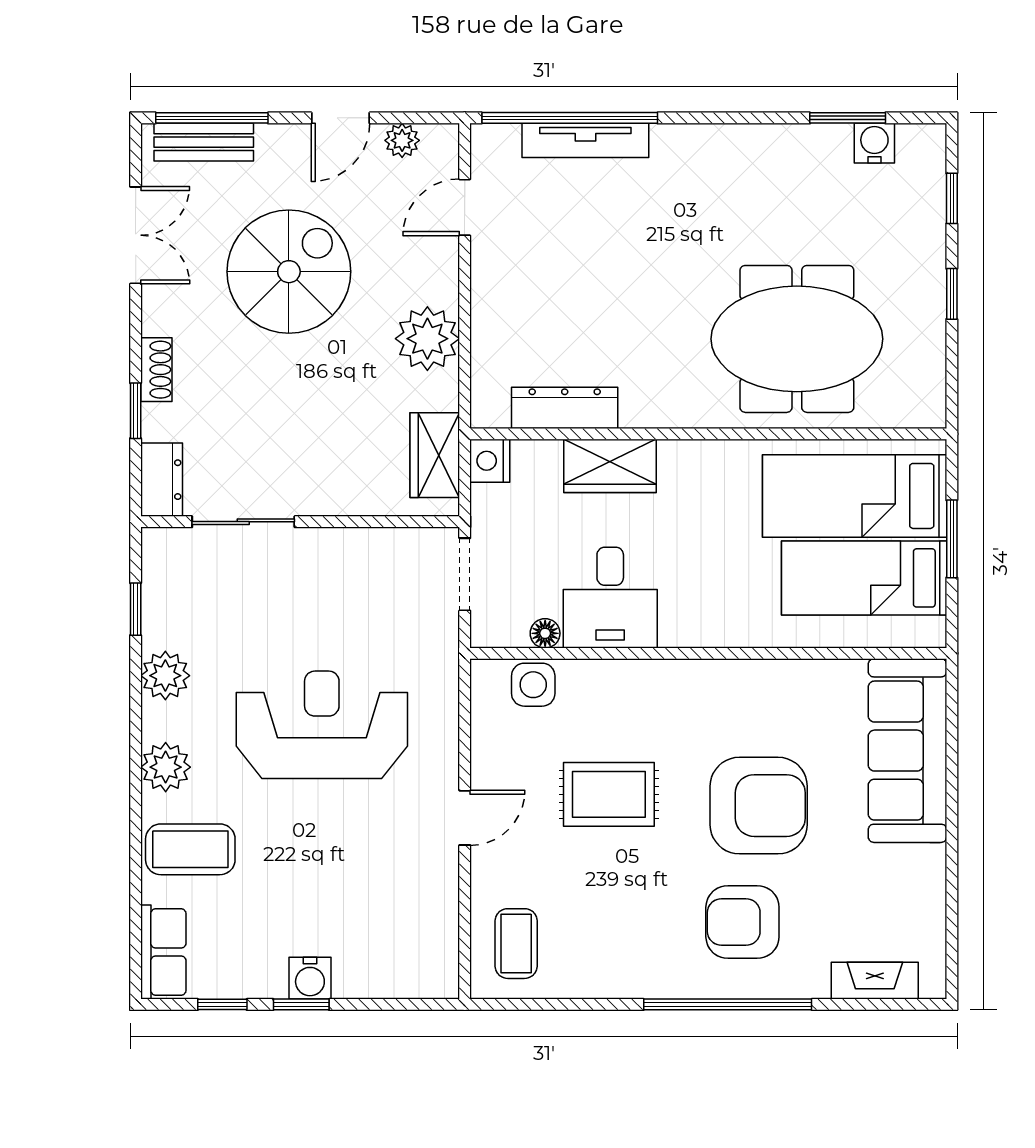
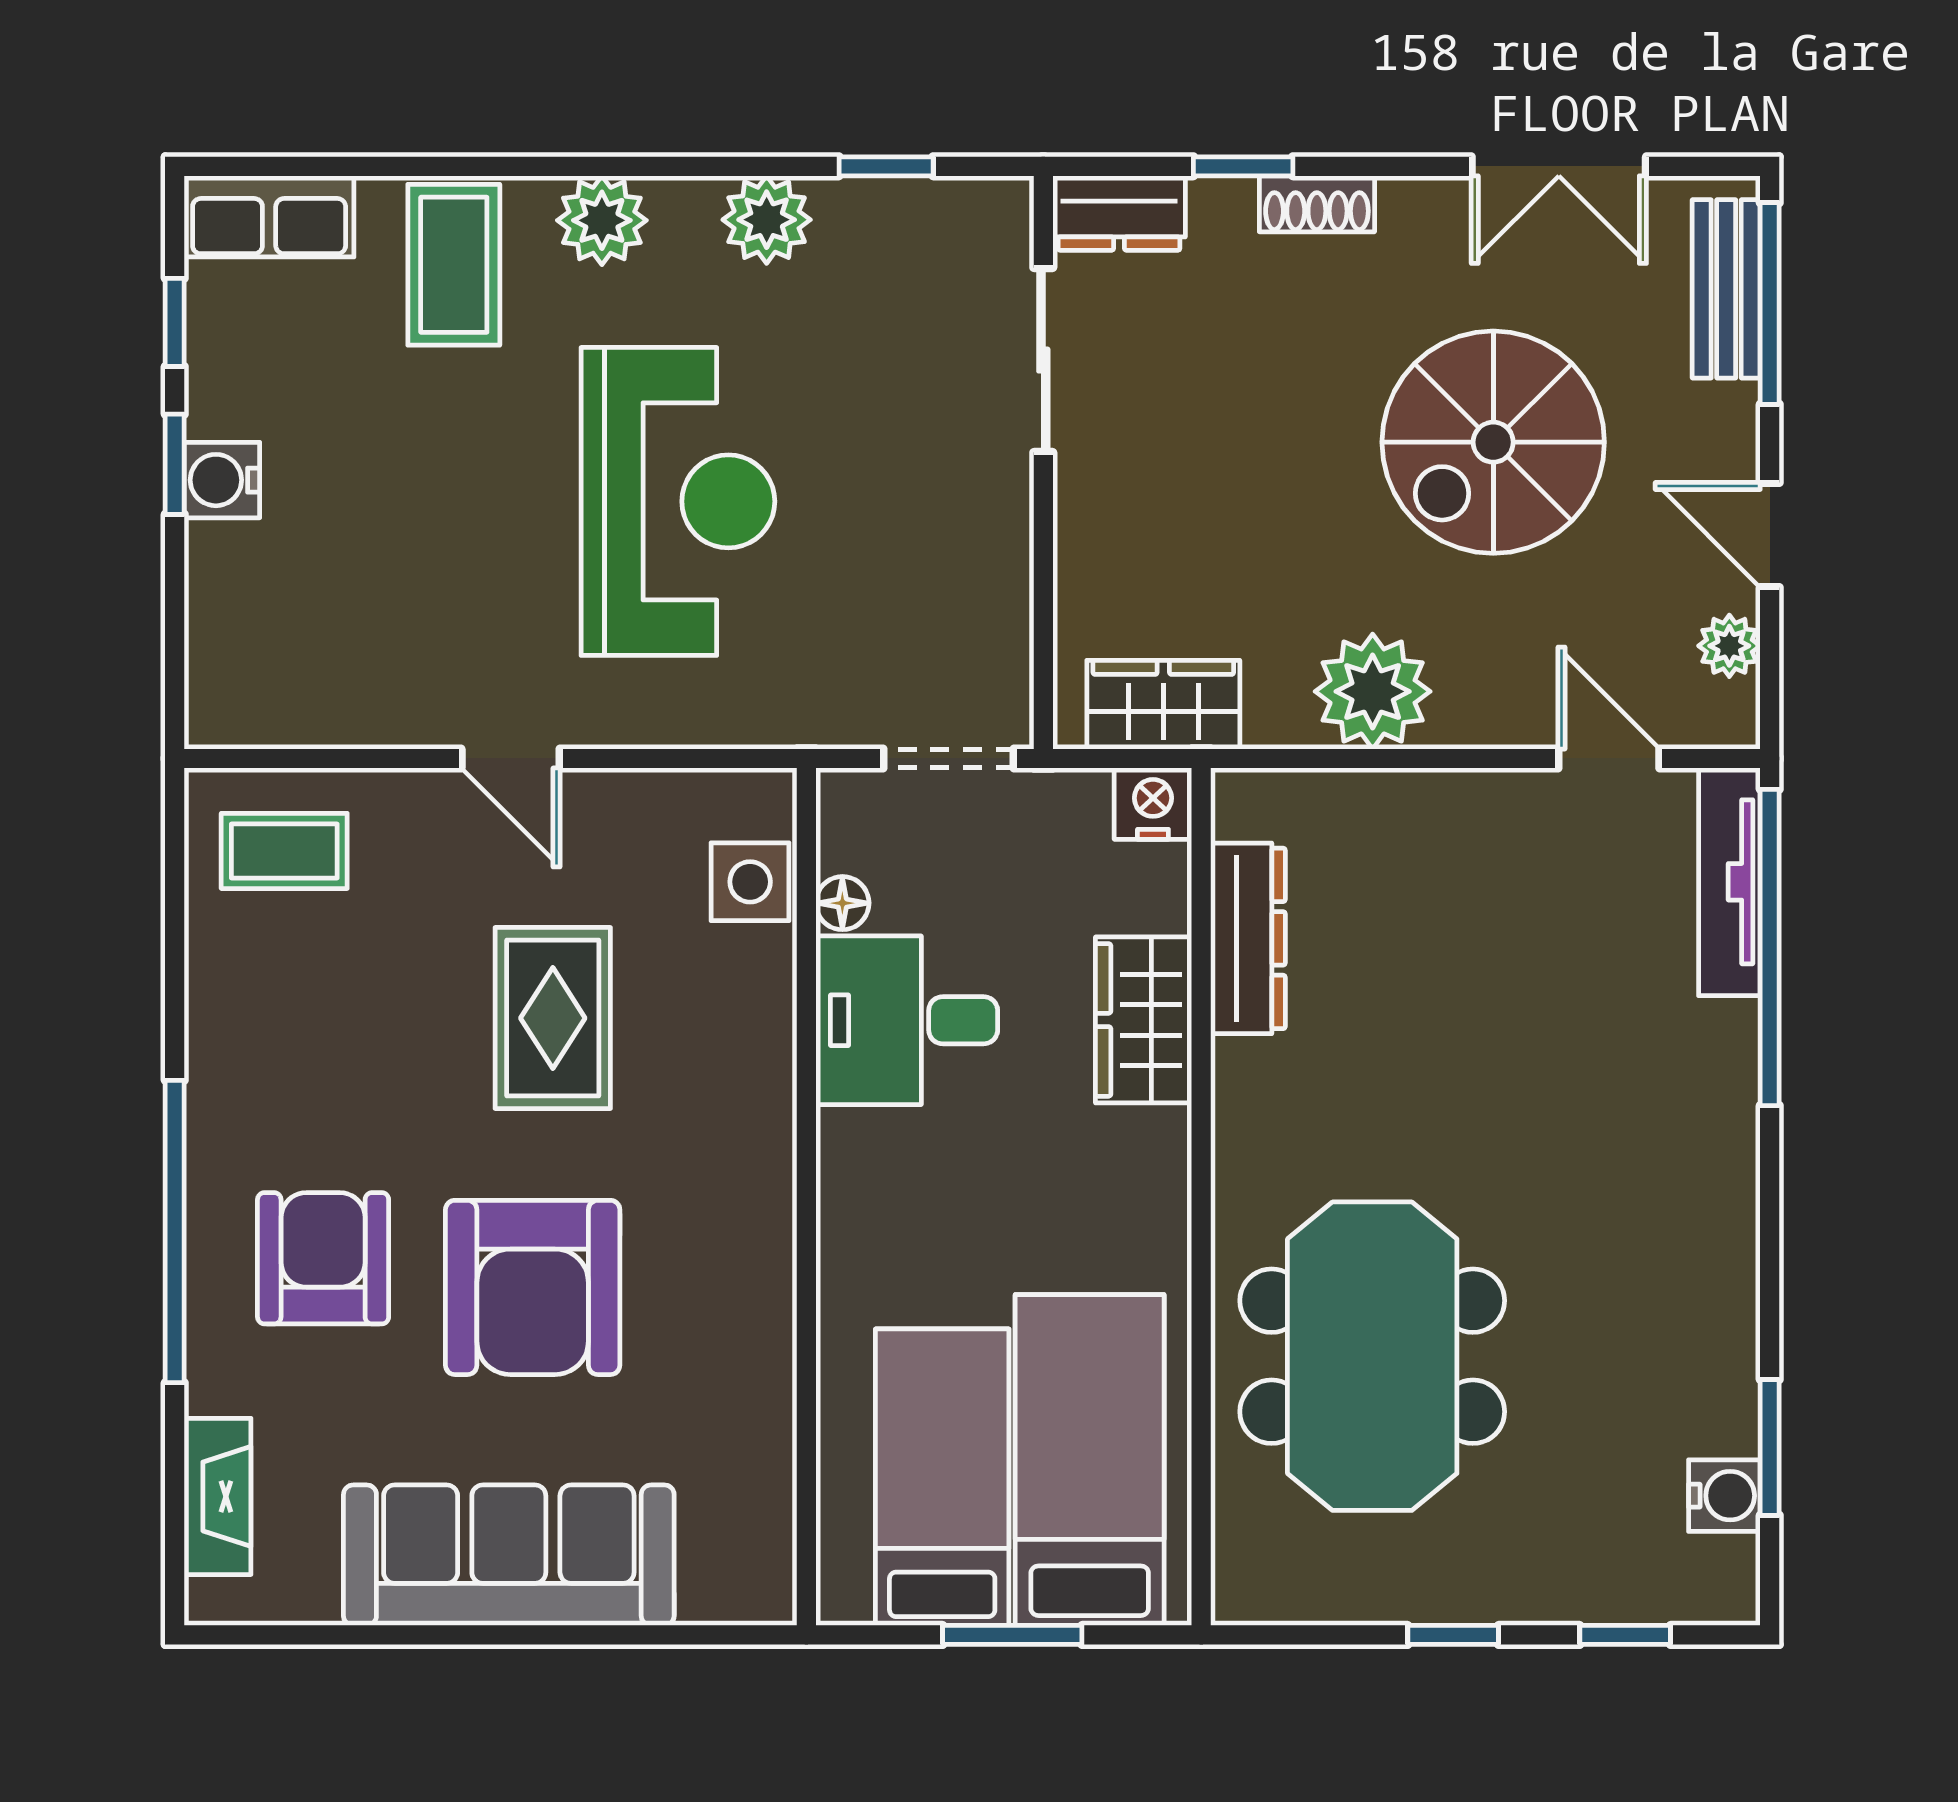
tv unit: (585, 140) -> (1729, 882), moved
spiral stairs: (289, 272) -> (1493, 442), turned 90
sofa: (907, 751) -> (509, 1555), moved

